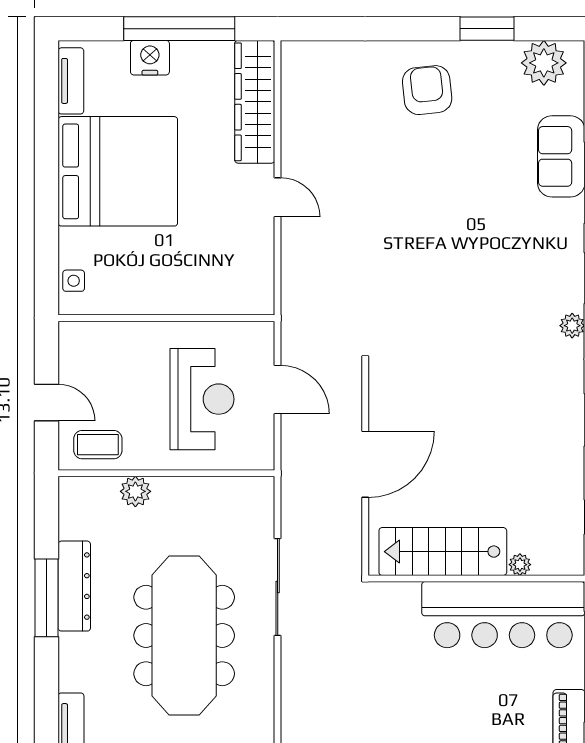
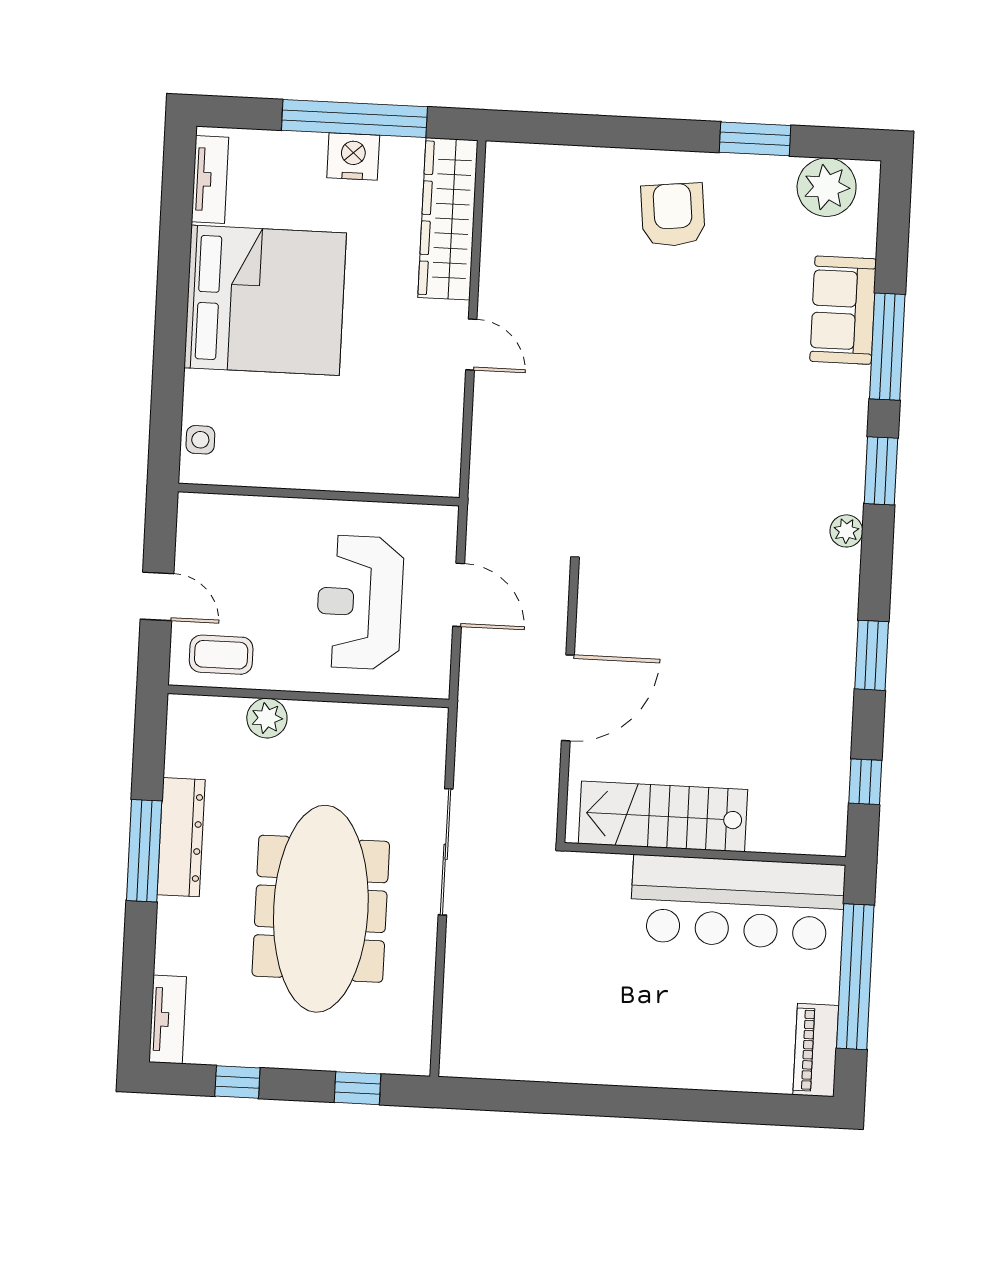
nightstand: (150, 58) -> (353, 156), moved
reception desk: (202, 399) -> (360, 602), turned 180
plant: (520, 565) -> (762, 839), removed

